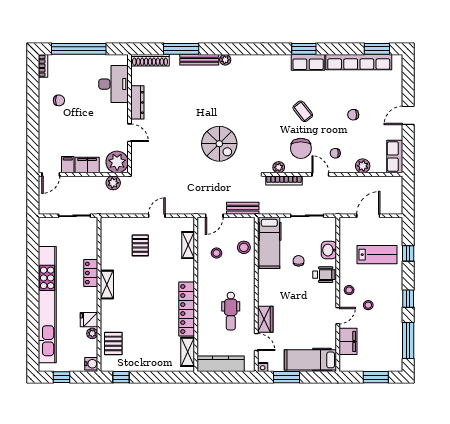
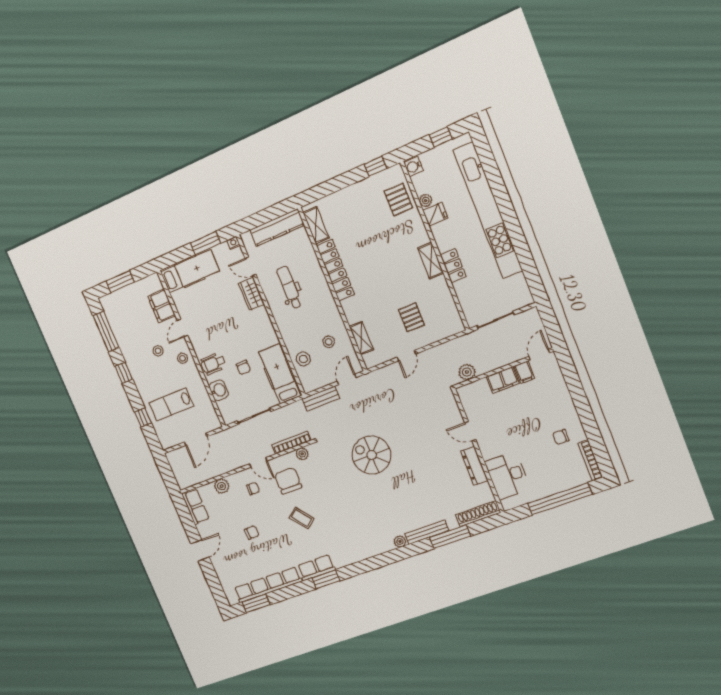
bookcase: (43, 66) -> (590, 460), width x1.56
plant: (117, 162) -> (471, 396), removed

